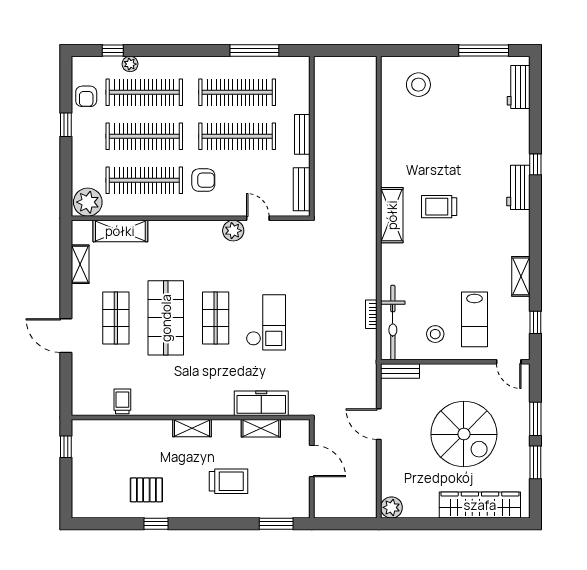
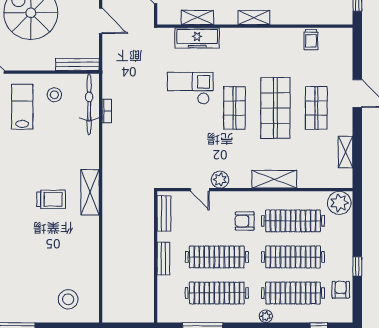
plant: (130, 64) -> (266, 316), moved
shelving: (120, 231) -> (274, 179), moved
checkout: (266, 322) -> (190, 88), moved, turned 90
bench: (400, 371) -> (77, 64), width x1.36

